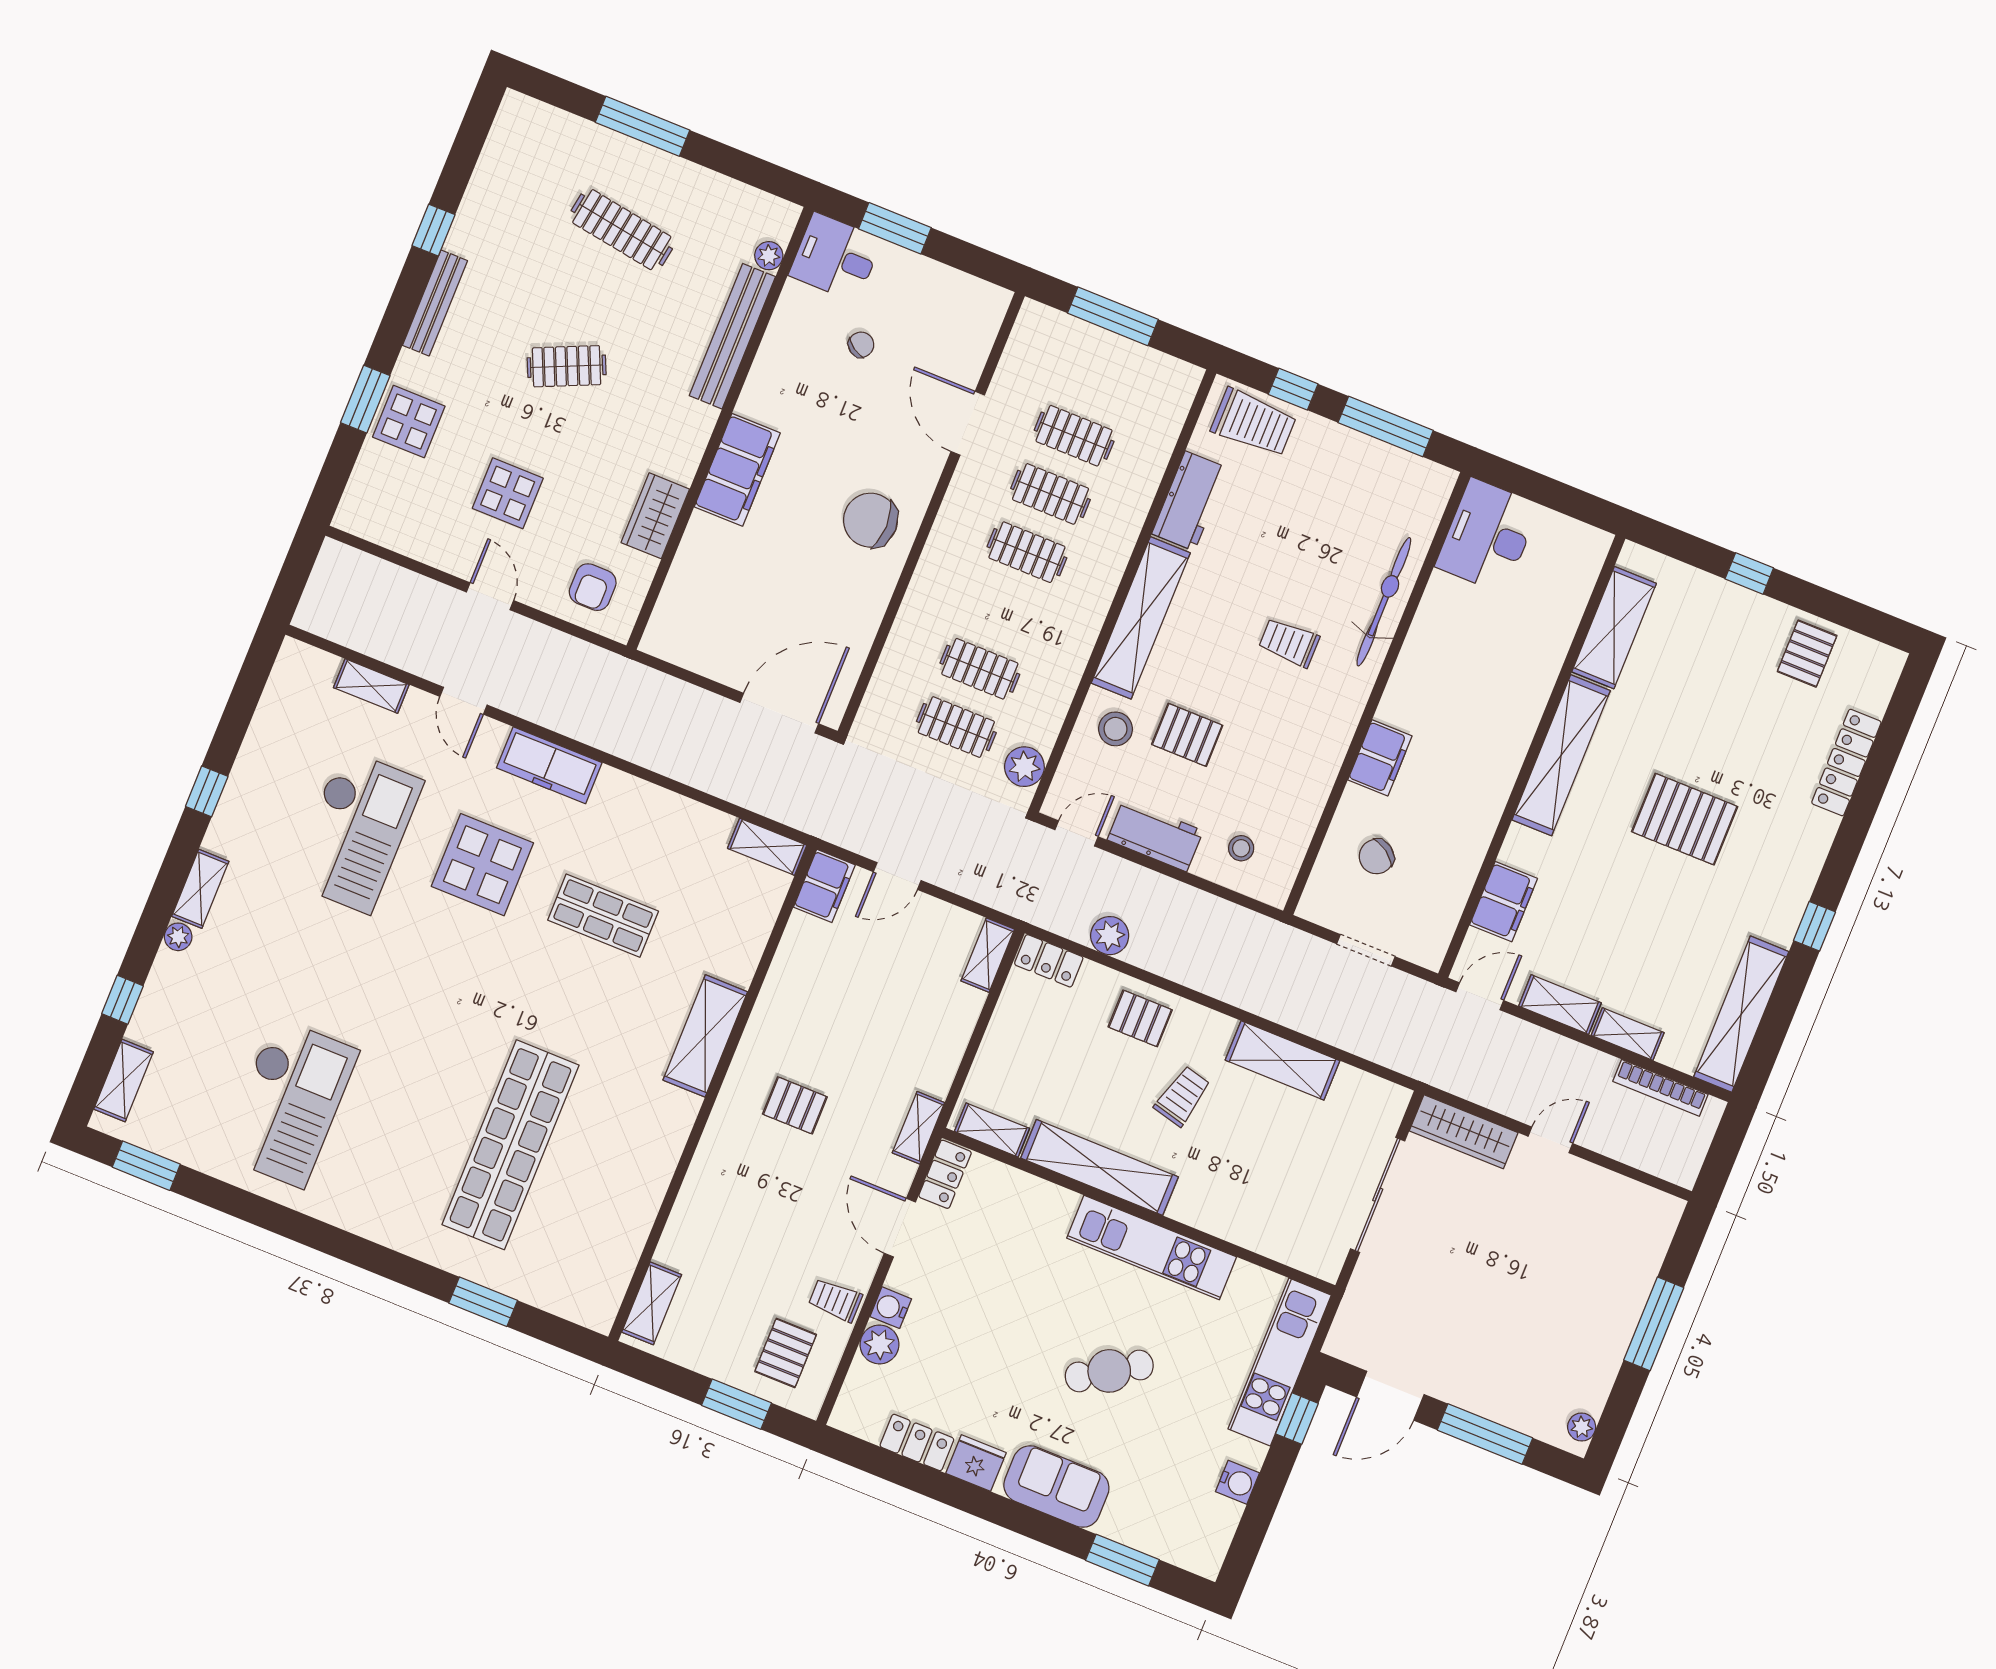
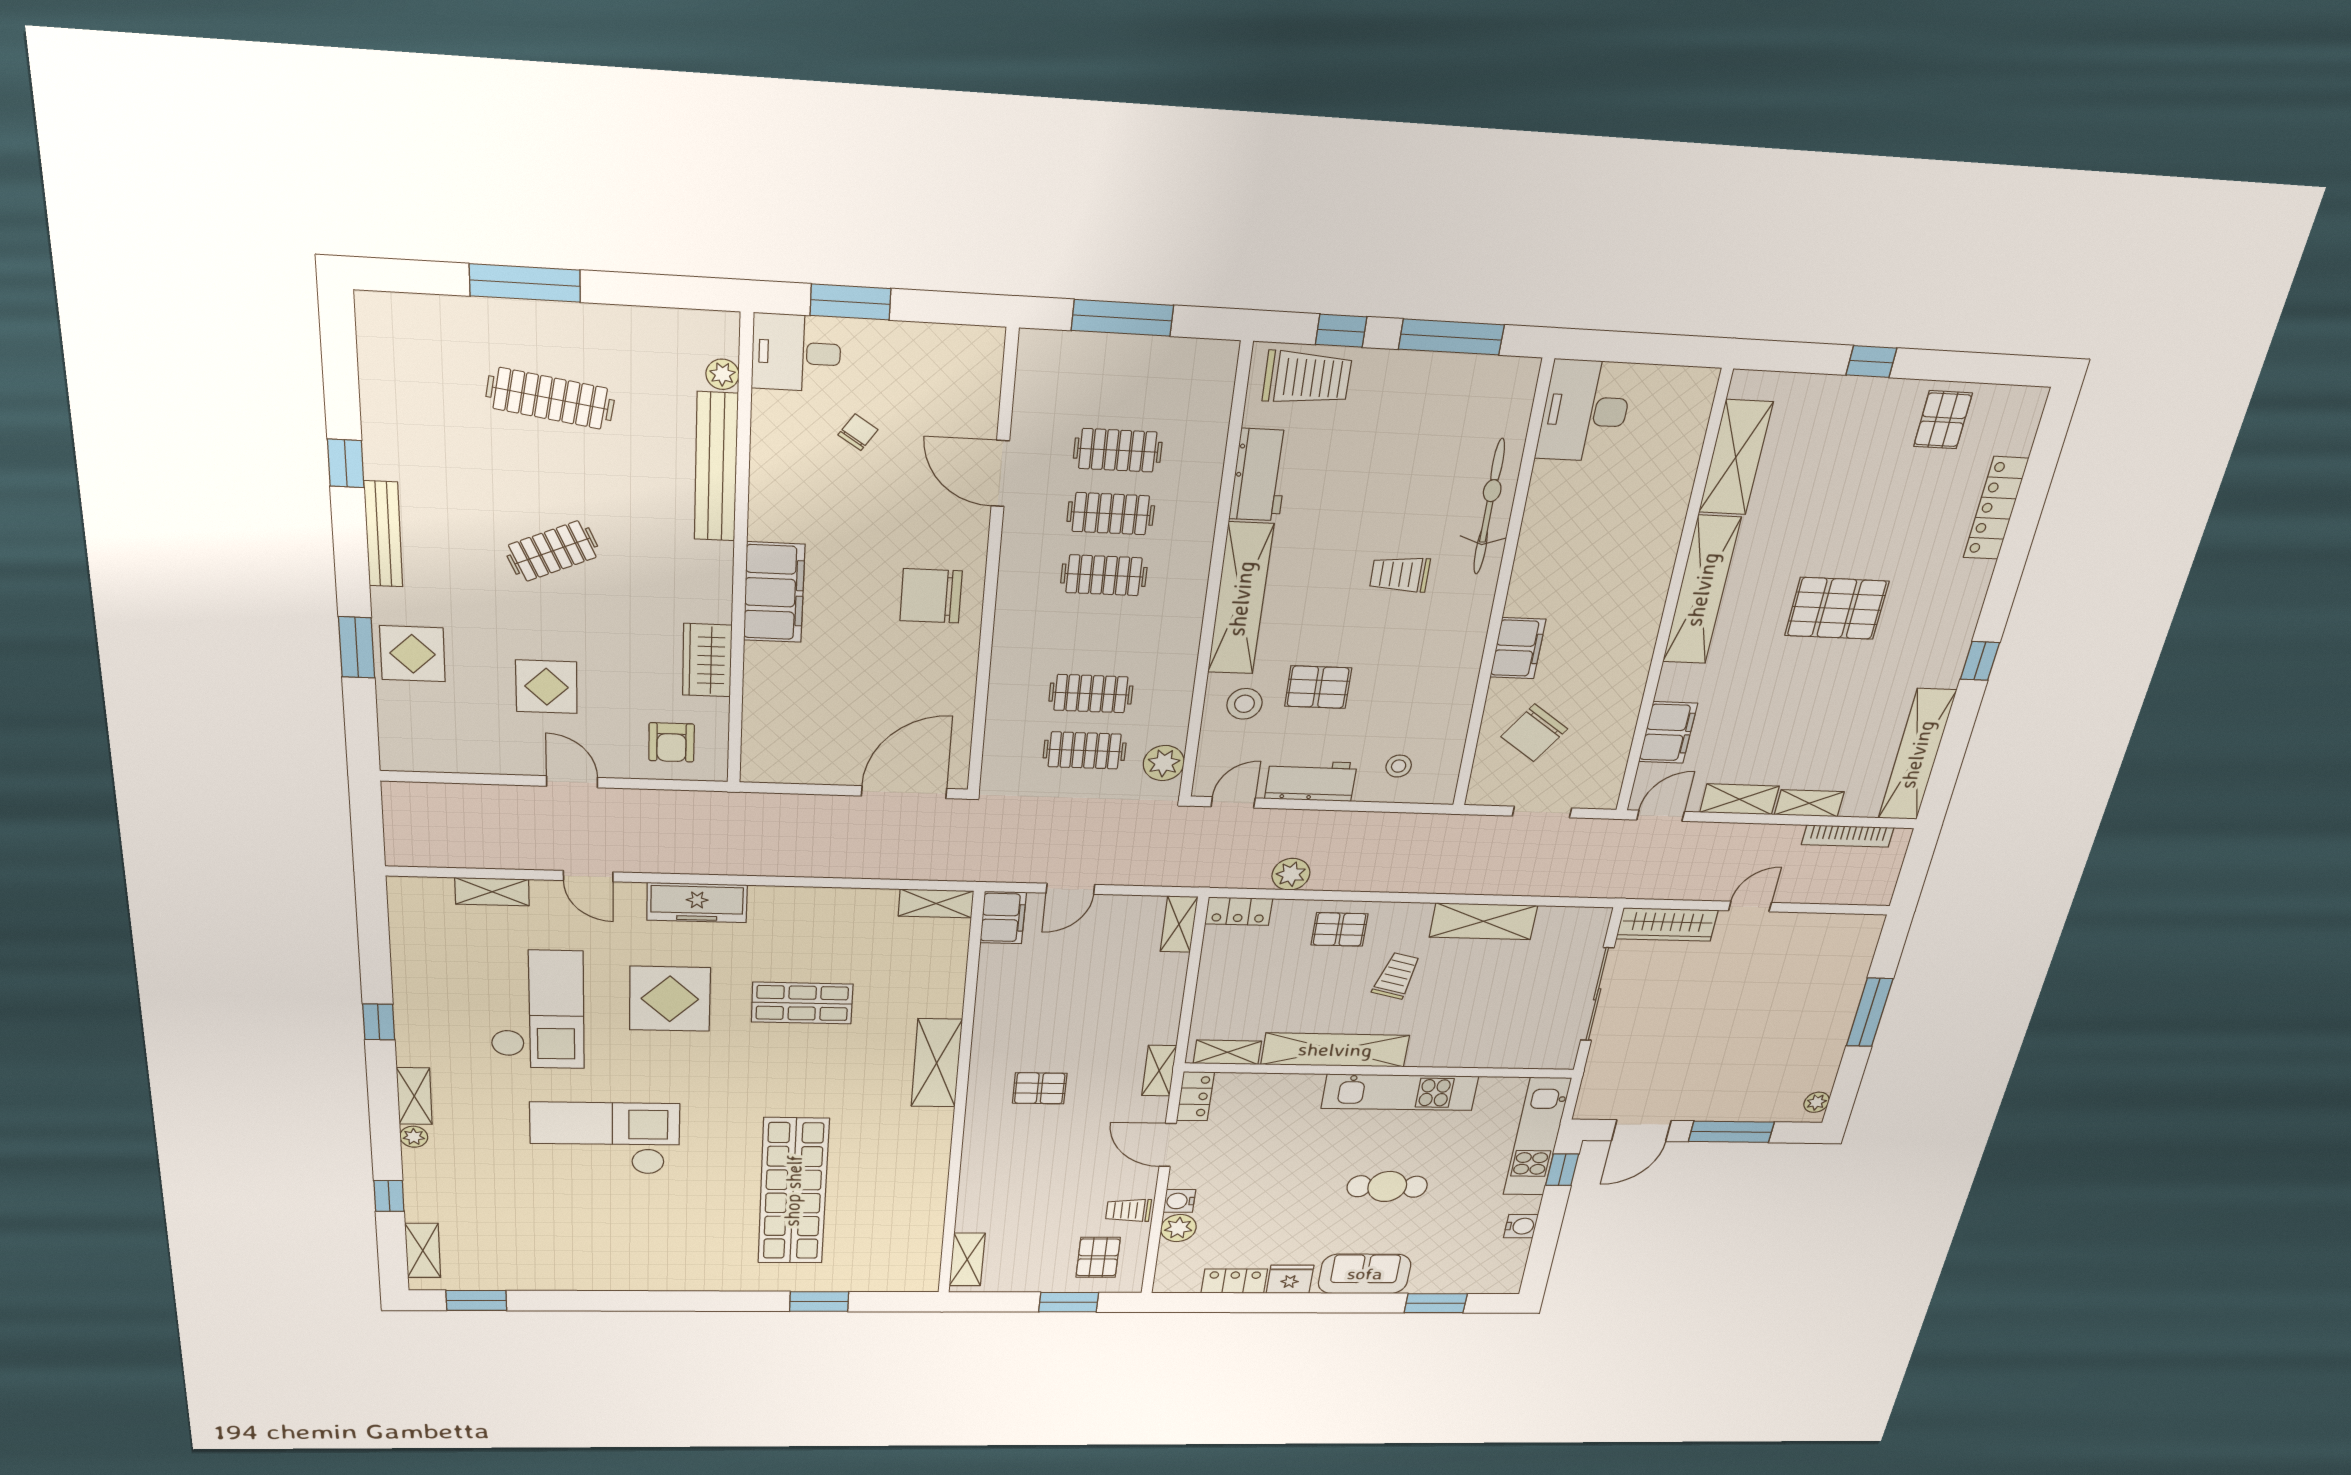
chair: (1377, 857) -> (1534, 733), width x1.37, depth x1.37
checkout: (289, 1103) -> (605, 1138), moved, turned -90
cafe table: (1109, 1371) -> (1387, 1186), turned 33

